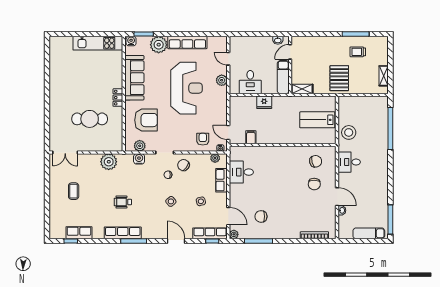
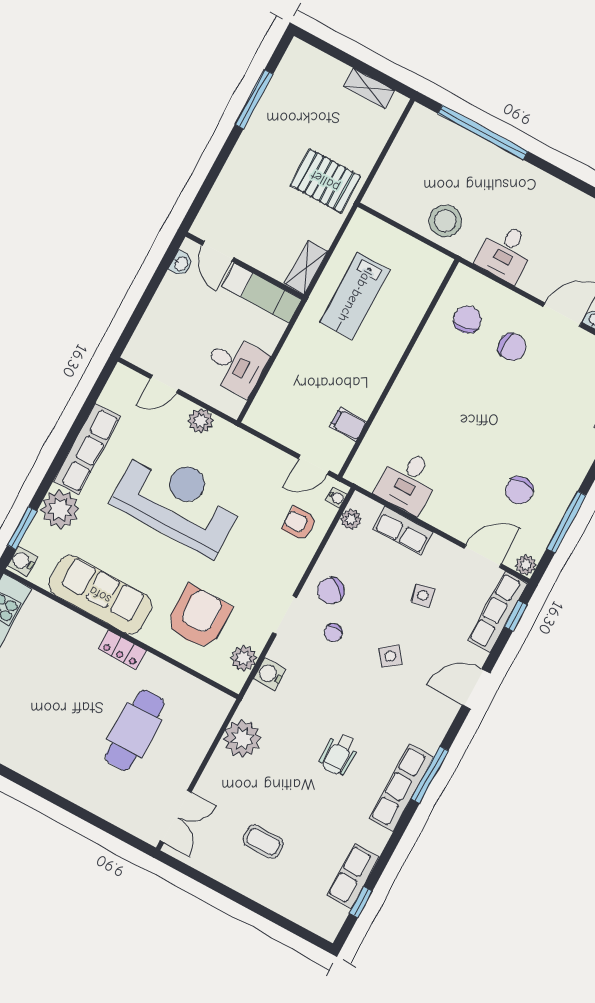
trolley: (358, 52) -> (292, 114), removed
fridge: (264, 102) -> (292, 359), removed
lab bench: (317, 120) -> (355, 296), moved

